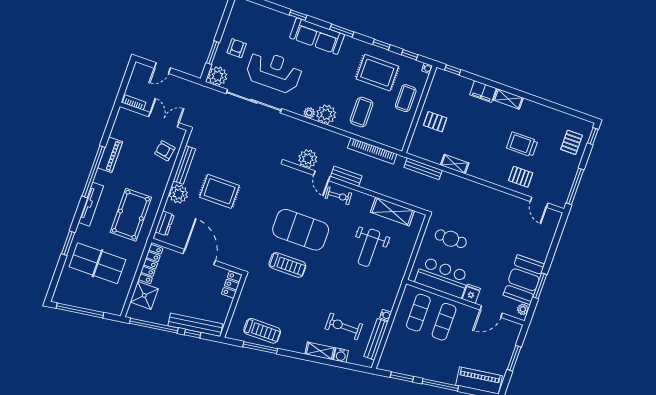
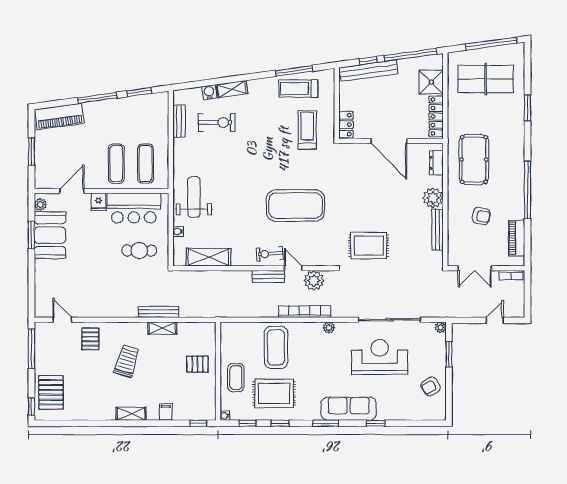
armchair: (237, 48) -> (431, 386), moved, turned 61
reception desk: (274, 72) -> (380, 357), turned 180
plant: (218, 76) -> (440, 327), width x0.53, depth x0.53
filing cabinet: (483, 92) -> (166, 412), width x0.50
coffee table: (362, 112) -> (276, 347), width x1.36, depth x1.32
plant: (326, 114) -> (311, 332), removed
pallet: (572, 142) -> (51, 392), width x1.50, depth x1.42
trolley: (522, 144) -> (127, 361), moved, turned -73
armchair: (165, 151) -> (481, 216), moved
bookcase: (372, 151) -> (305, 312), moved
piano: (110, 155) -> (517, 238), moved
bench: (423, 169) -> (159, 312), moved
pallet: (521, 177) -> (90, 339), turned 90
rug: (220, 191) -> (369, 246), moved
tv unit: (91, 204) -> (518, 156), removed
weight bench: (369, 248) -> (194, 197), moved
table tennis table: (97, 263) -> (486, 79), moved
treadmill: (287, 265) -> (307, 130), moved, turned 90
water cooler: (386, 315) -> (178, 231), moved
bench: (376, 339) -> (179, 121), width x0.73

